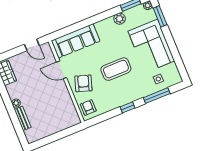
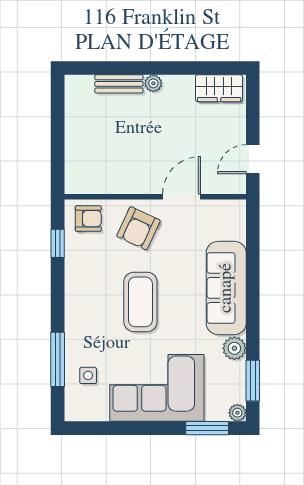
sofa: (76, 41) -> (226, 288), moved
armchair: (83, 83) -> (138, 228), turned 97
window: (128, 107) -> (58, 243), moved

